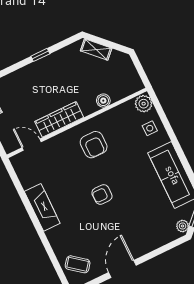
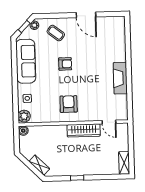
boiler: (103, 101) -> (23, 131), moved
armchair: (102, 194) -> (65, 64), moved
coffee table: (78, 264) -> (56, 33), moved
door: (122, 269) -> (86, 15), hinge flipped

